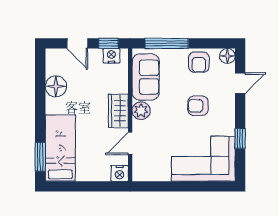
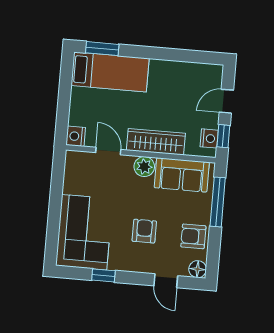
floor lamp: (56, 86) -> (180, 73), removed
wardrobe: (118, 111) -> (156, 142), width x1.50

